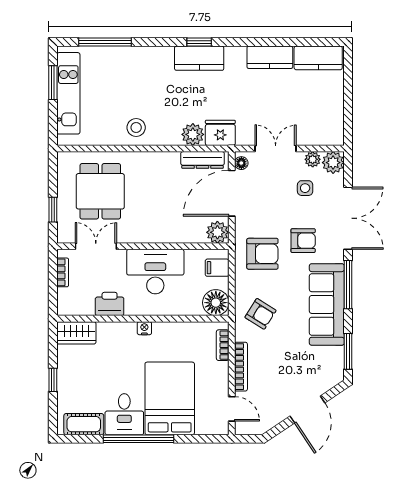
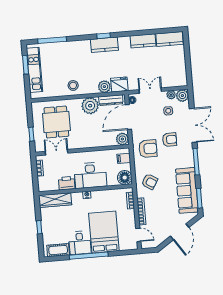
plant: (164, 167) -> (90, 106), added
desk: (155, 272) -> (90, 175), moved, turned 180
sofa: (327, 304) -> (187, 190), moved
wardrobe: (76, 333) -> (55, 200), width x1.50

